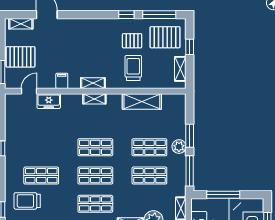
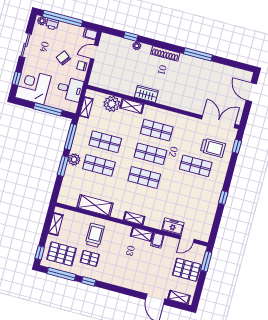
window: (190, 47) -> (40, 253), moved
trolley: (133, 68) -> (95, 235), turned 180
shelving: (93, 83) -> (142, 234), moved

